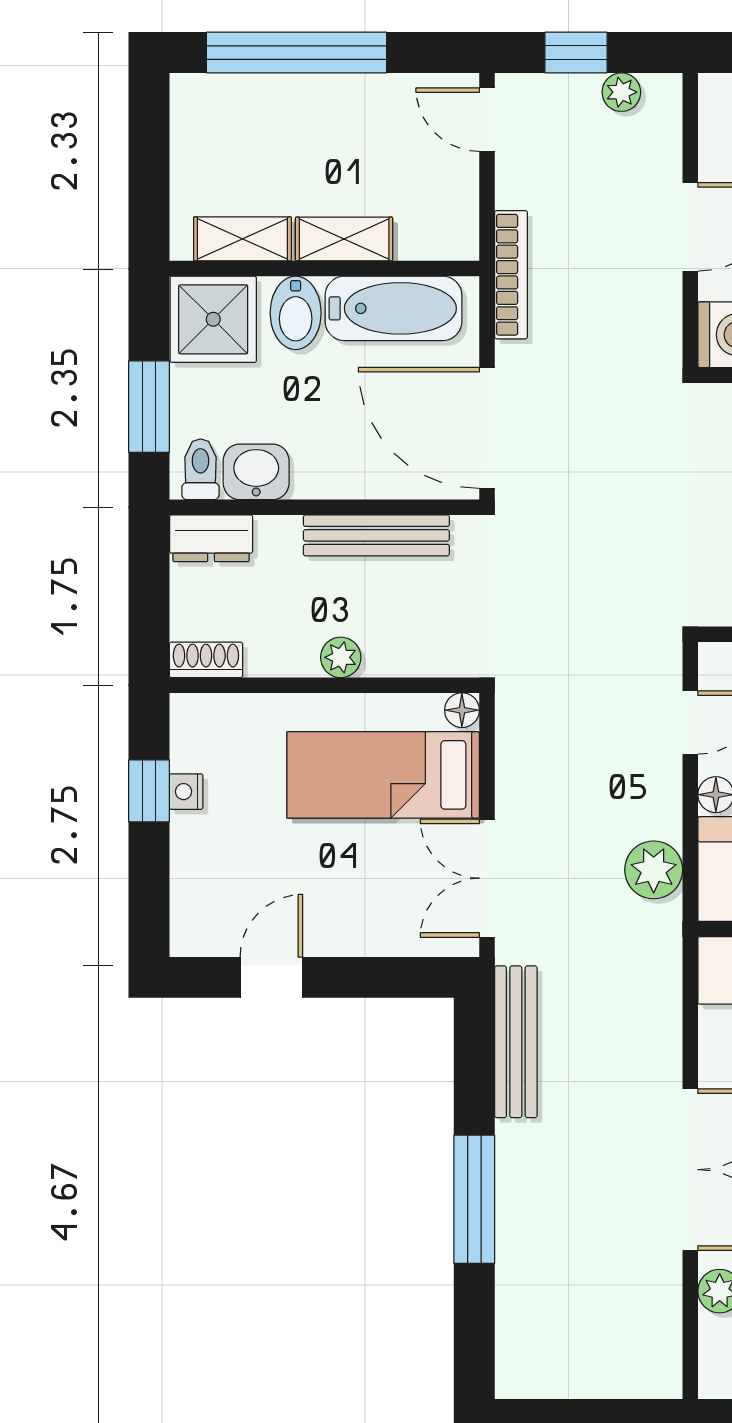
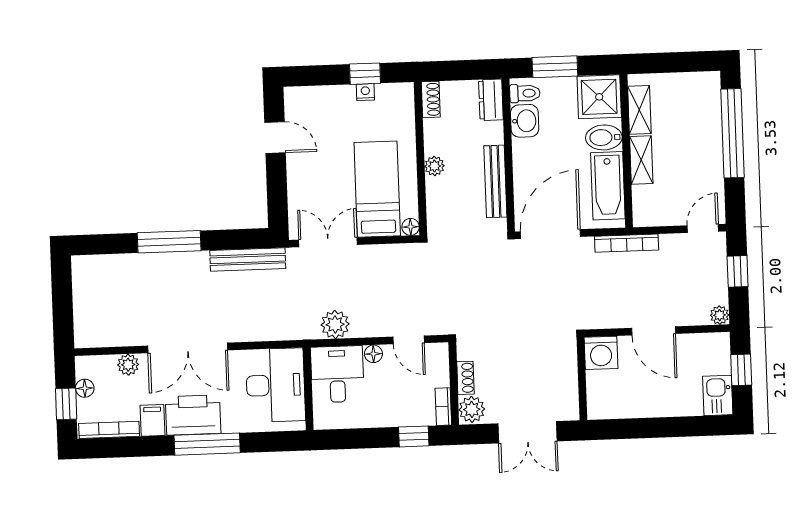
plant: (621, 92) -> (720, 315), moved

